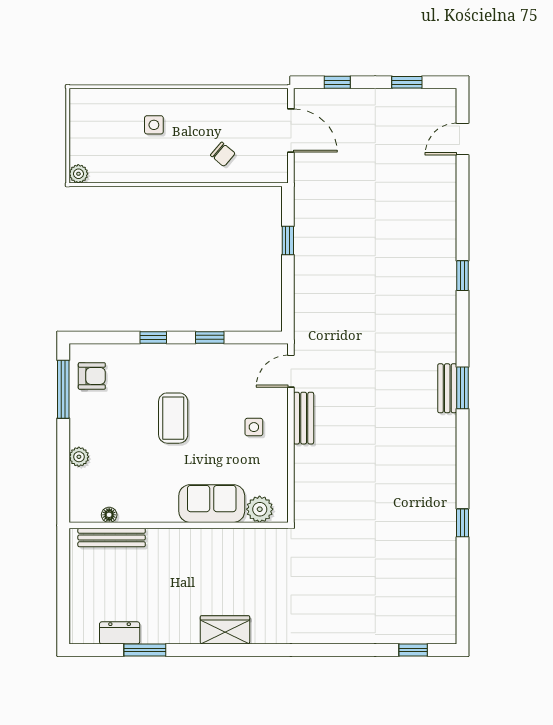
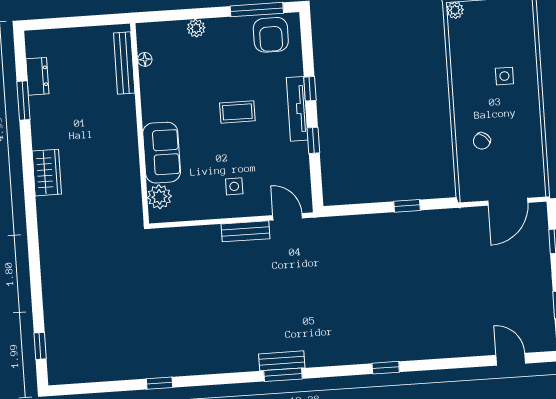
tv unit: (174, 353) -> (297, 109), added
armchair: (92, 376) -> (271, 35), width x1.38, depth x1.38
coffee table: (173, 418) -> (237, 112), width x0.73, depth x0.77

